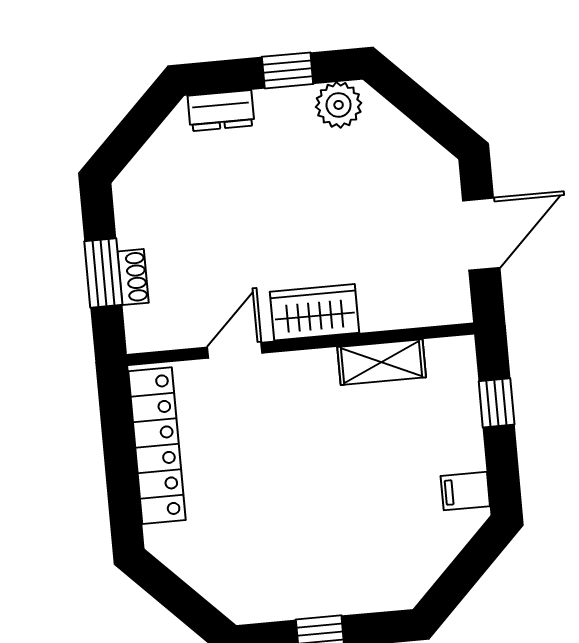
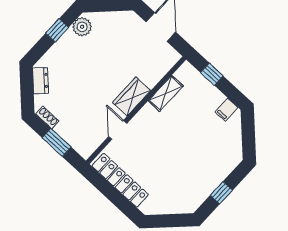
dresser: (221, 111) -> (41, 81), moved, turned -45
shoe rack: (133, 277) -> (47, 117), moved

